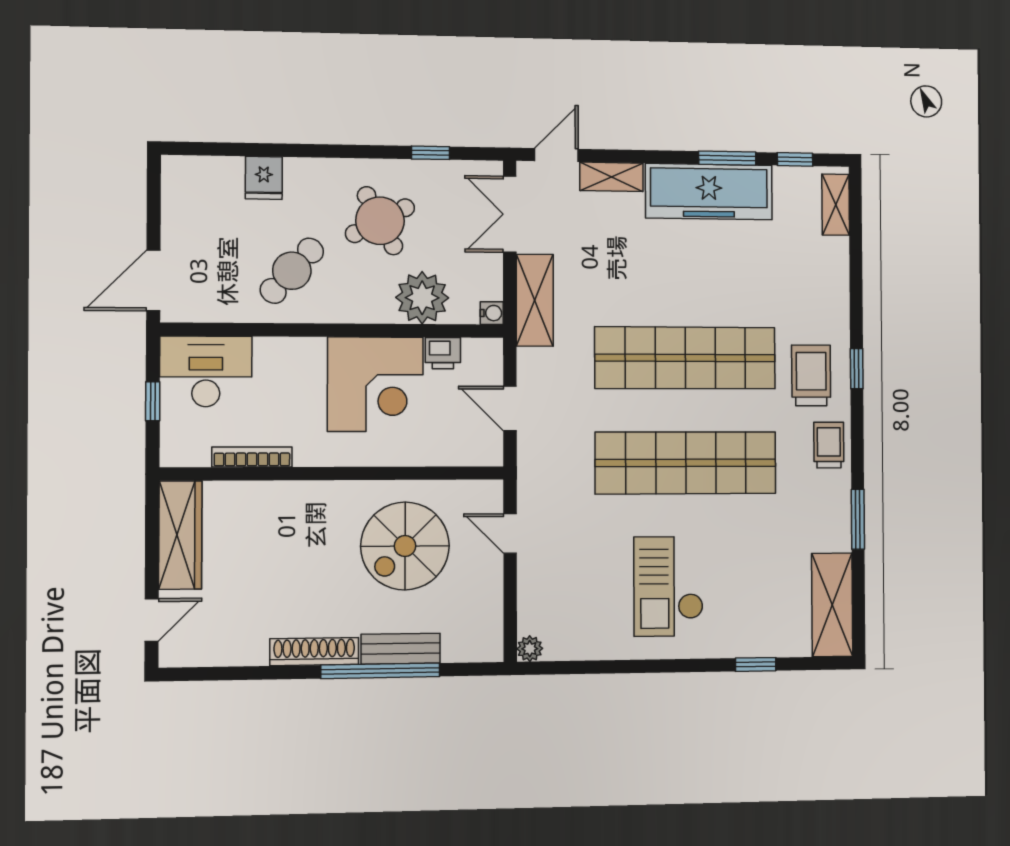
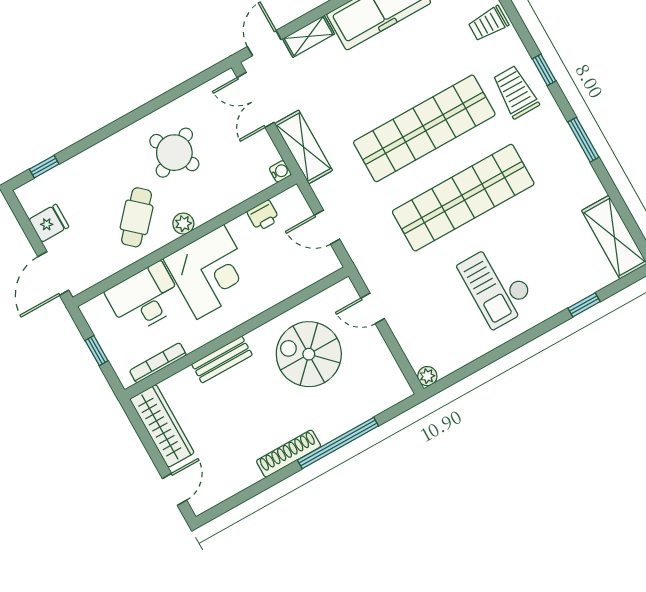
window: (431, 153) -> (44, 167), moved
fridge: (264, 178) -> (49, 223), moved, turned -90
plant: (422, 298) -> (183, 224), moved, width x0.53, depth x0.53
desk: (206, 371) -> (145, 298), moved
corner desk: (375, 384) -> (210, 272), moved
trolley: (829, 445) -> (488, 23), moved, turned -90
bookcase: (252, 457) -> (158, 363), moved
window: (858, 519) -> (583, 140), moved
spiral stairs: (405, 546) -> (309, 354), turned 90
bench: (401, 649) -> (222, 360), moved

